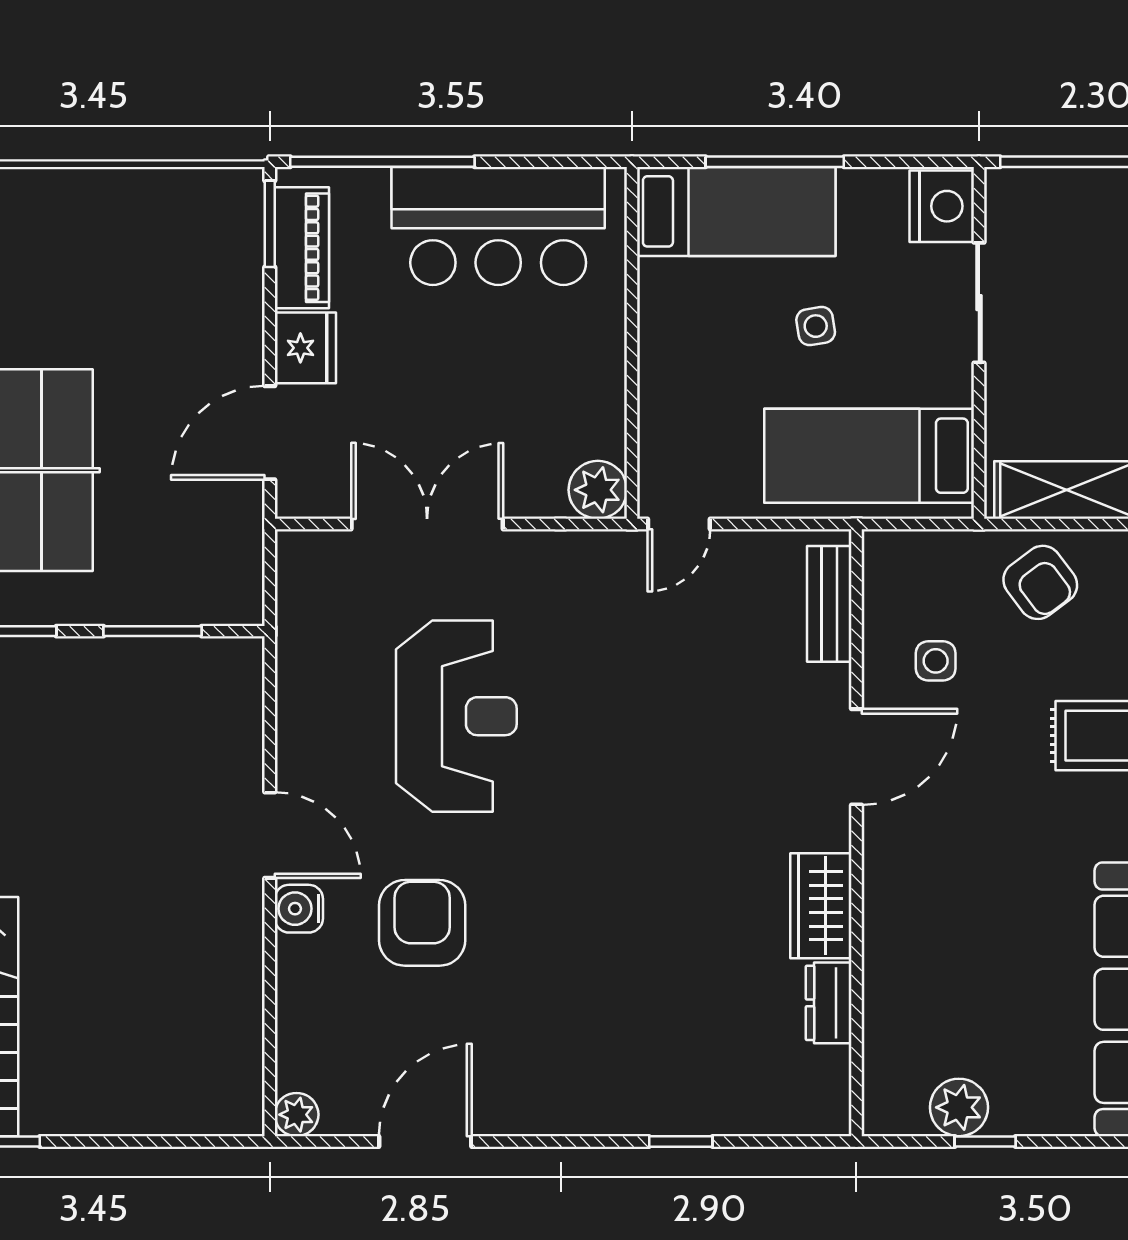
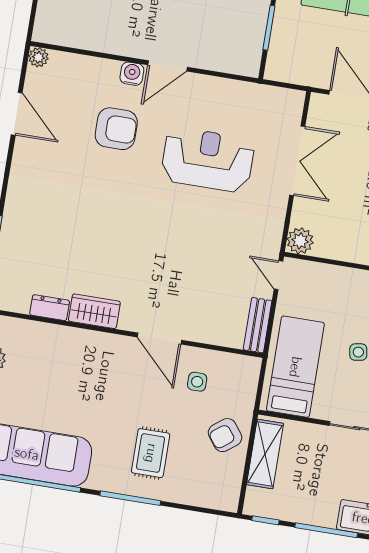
bench: (829, 604) -> (258, 325), moved, turned 90
reception desk: (456, 716) -> (208, 160), turned 180

